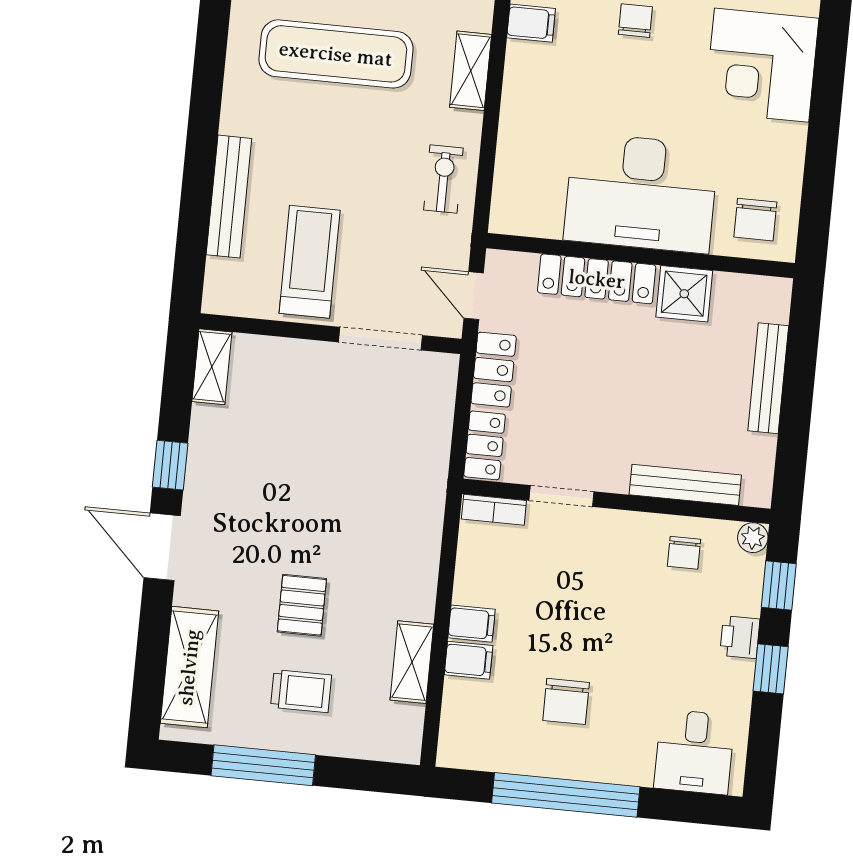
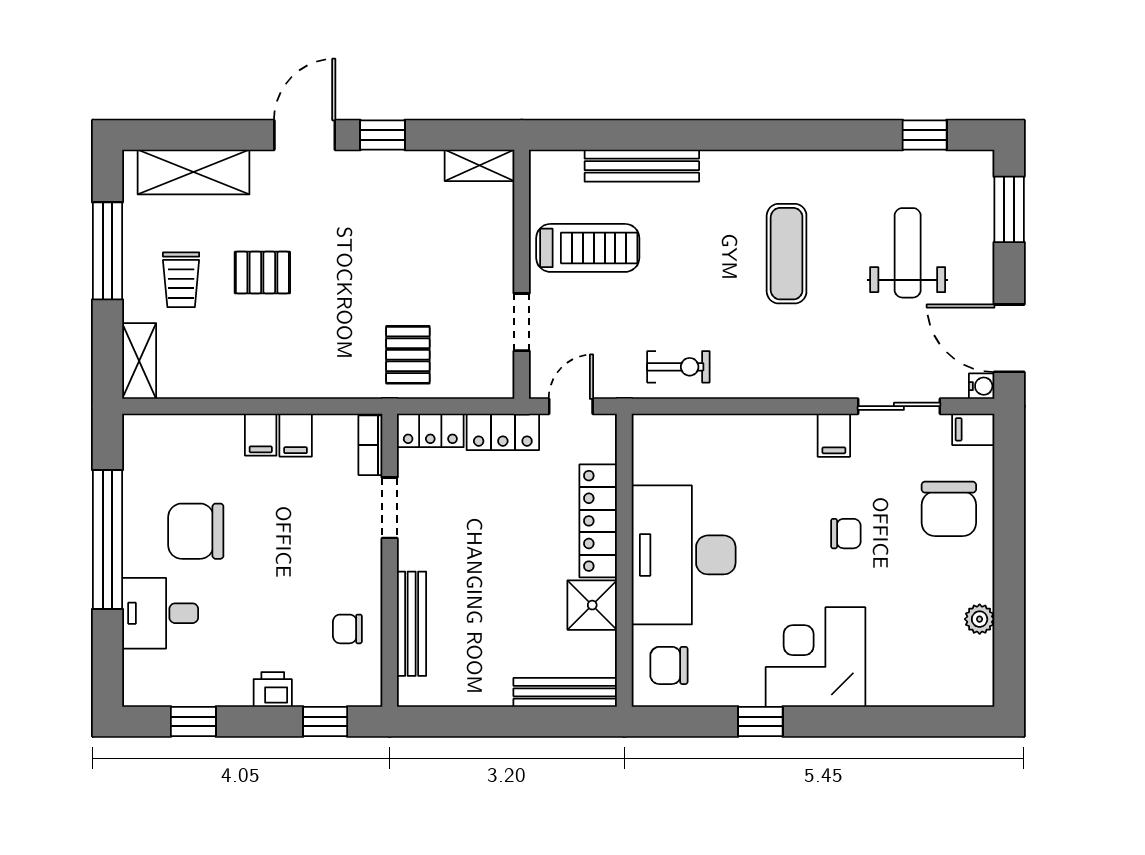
exercise mat: (336, 54) -> (787, 254), width x0.73, depth x0.69
shelving: (471, 71) -> (783, 383), removed
window: (823, 129) -> (760, 721), added
doorway: (380, 339) -> (522, 322), width x0.73
bench: (768, 378) -> (565, 692), moved
pallet: (403, 461) -> (408, 355), added
plant: (753, 538) -> (368, 692), removed
filing cabinet: (469, 660) -> (296, 435), moved
shelving: (412, 662) -> (139, 361), moved, turned 90
window: (771, 669) -> (193, 721), moved
chair: (566, 701) -> (196, 531), width x1.37, depth x1.37
desk: (694, 752) -> (160, 613), moved

